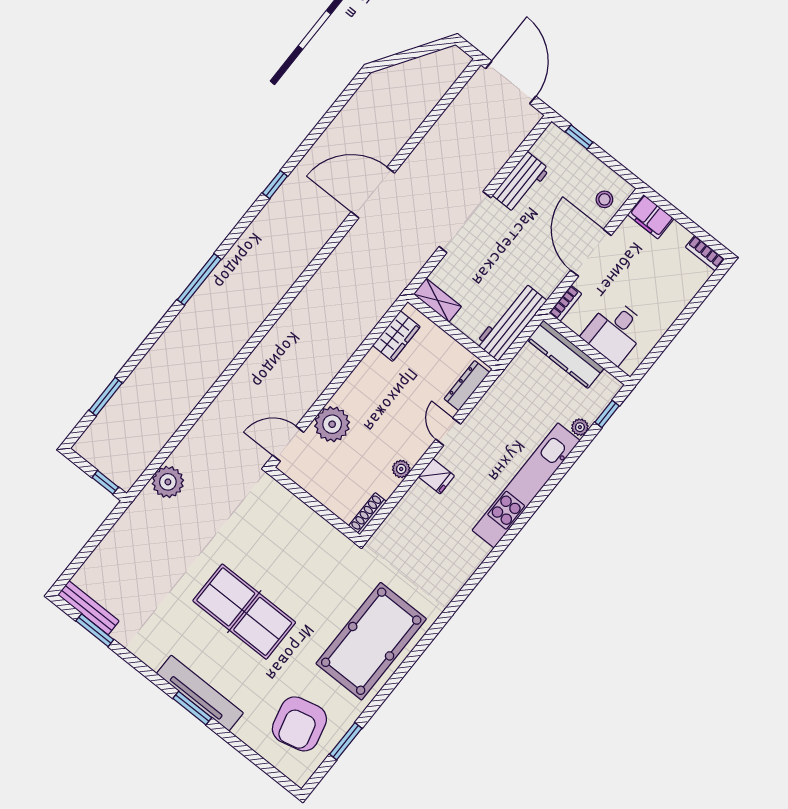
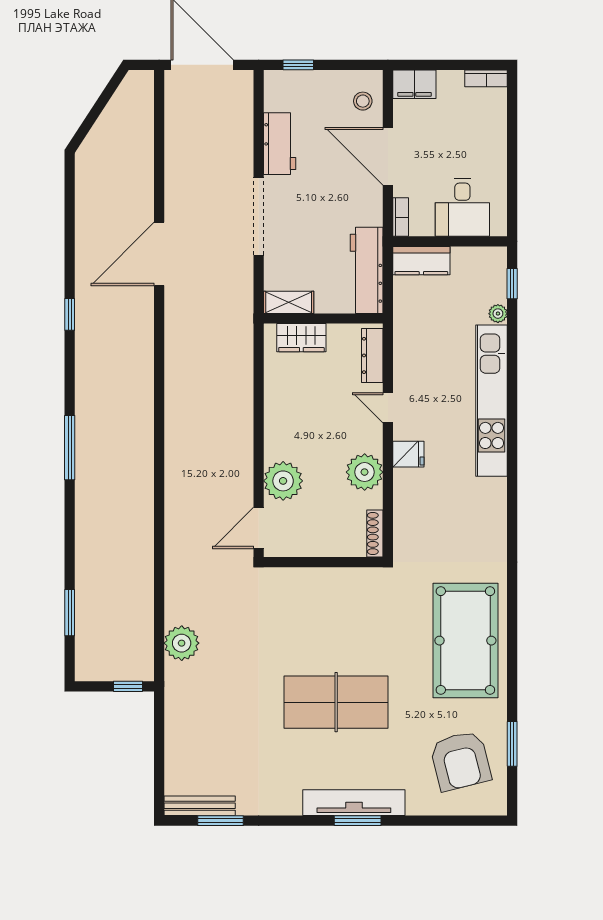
wardrobe: (396, 336) -> (301, 338), moved, turned 90
kitchen counter: (566, 354) -> (421, 261), width x0.67
plant: (401, 469) -> (365, 472), width x1.88, depth x1.88

